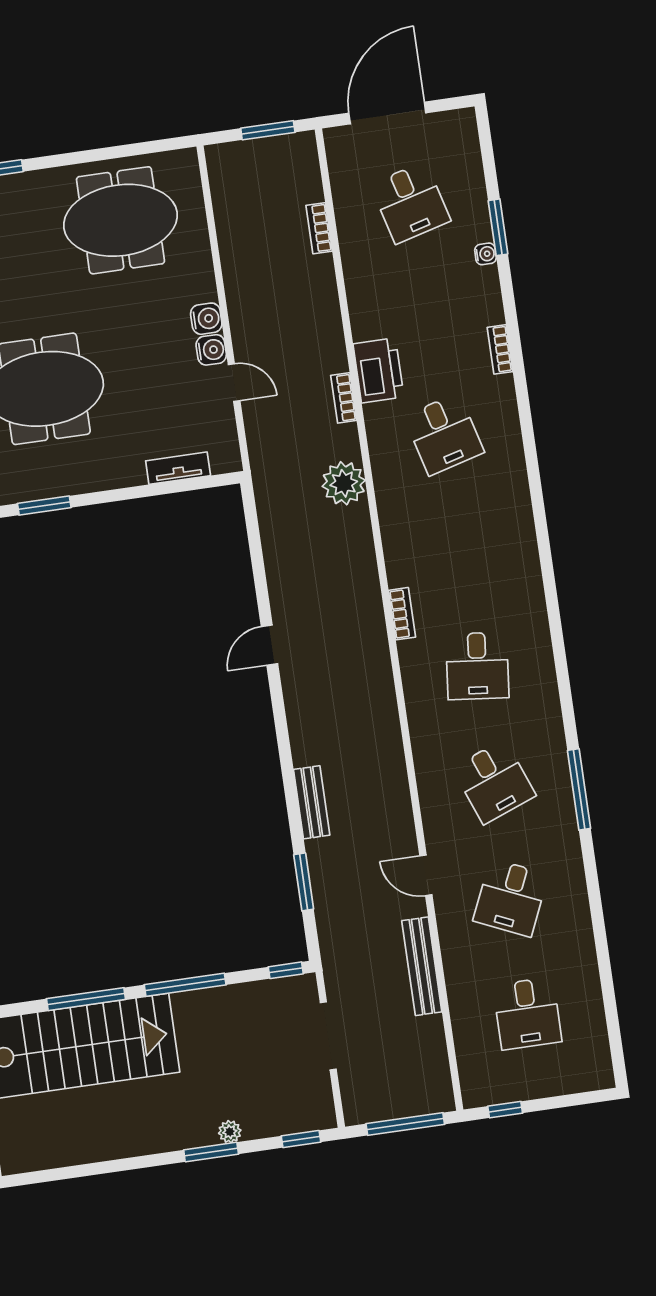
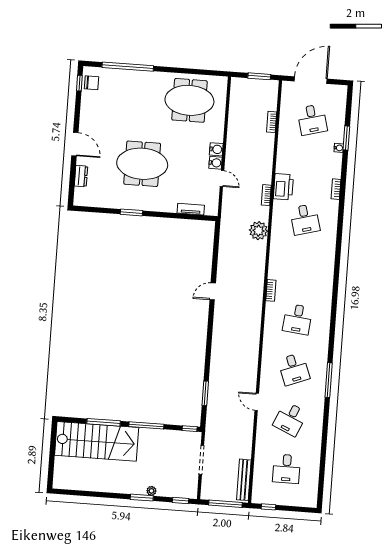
bench: (312, 802) -> (216, 361), removed
bench: (422, 966) -> (244, 480), moved

